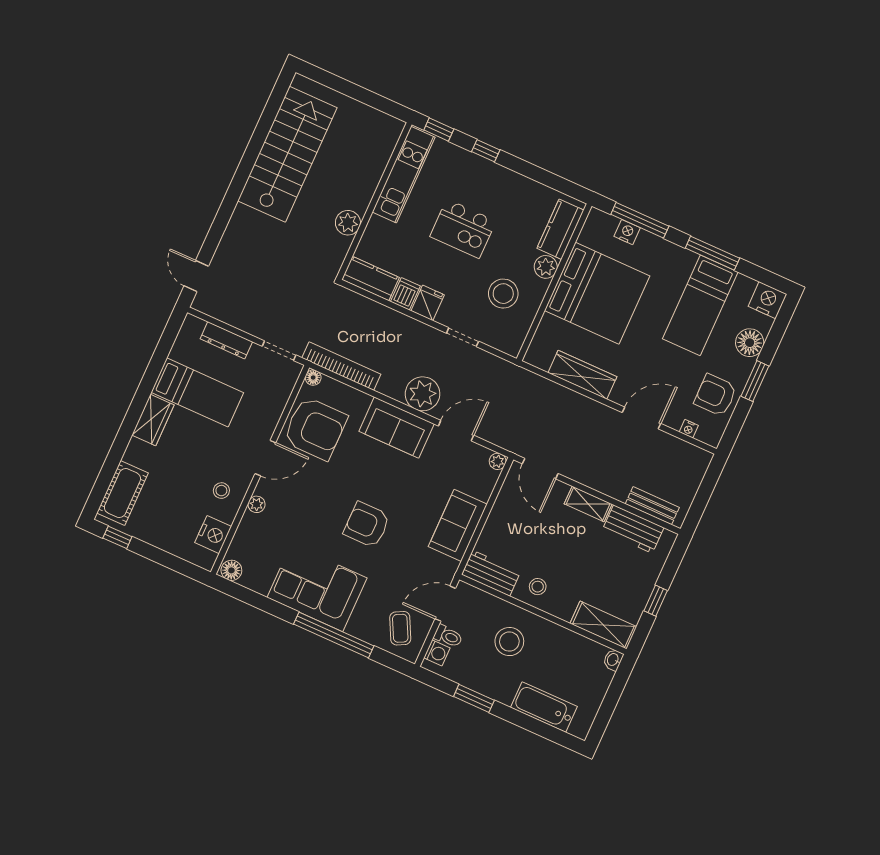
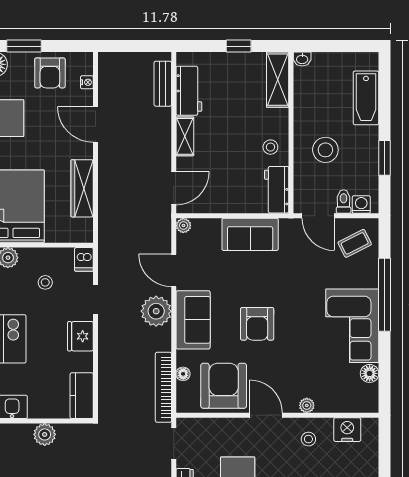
dishwasher: (405, 294) -> (84, 259), moved, turned -90
stool: (503, 294) -> (45, 282), width x0.53, depth x0.53
fridge: (428, 303) -> (80, 336), width x1.38
floor lamp: (313, 378) -> (183, 374), moved
armchair: (367, 525) -> (257, 324), moved
floor lamp: (231, 570) -> (370, 373), moved

